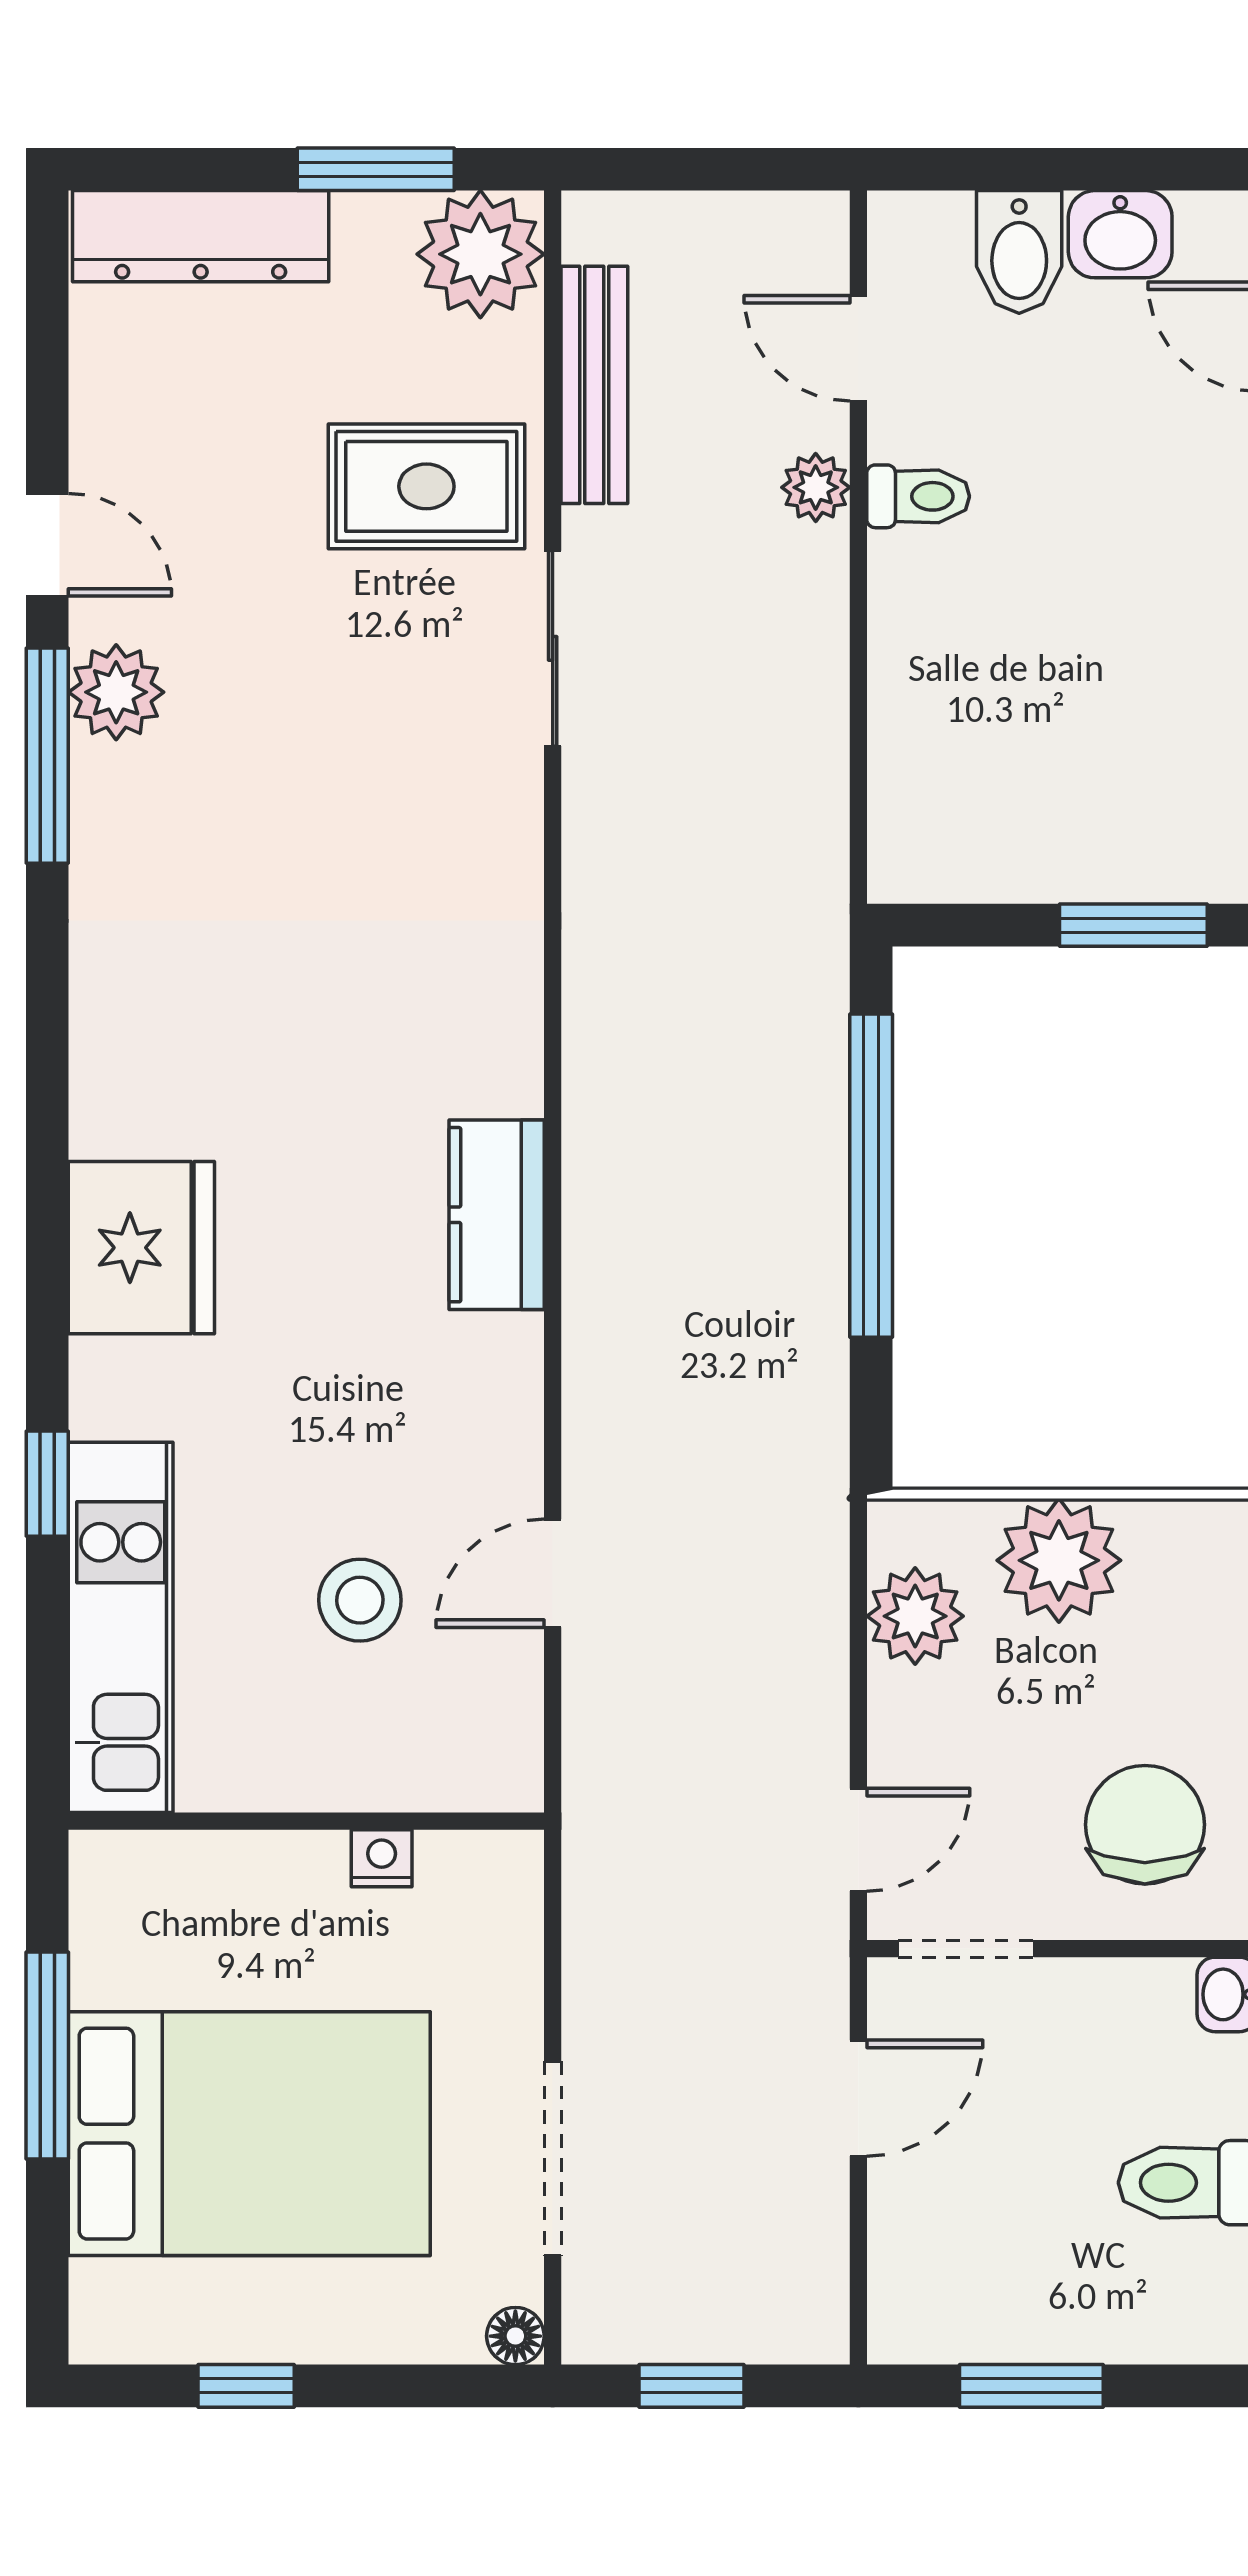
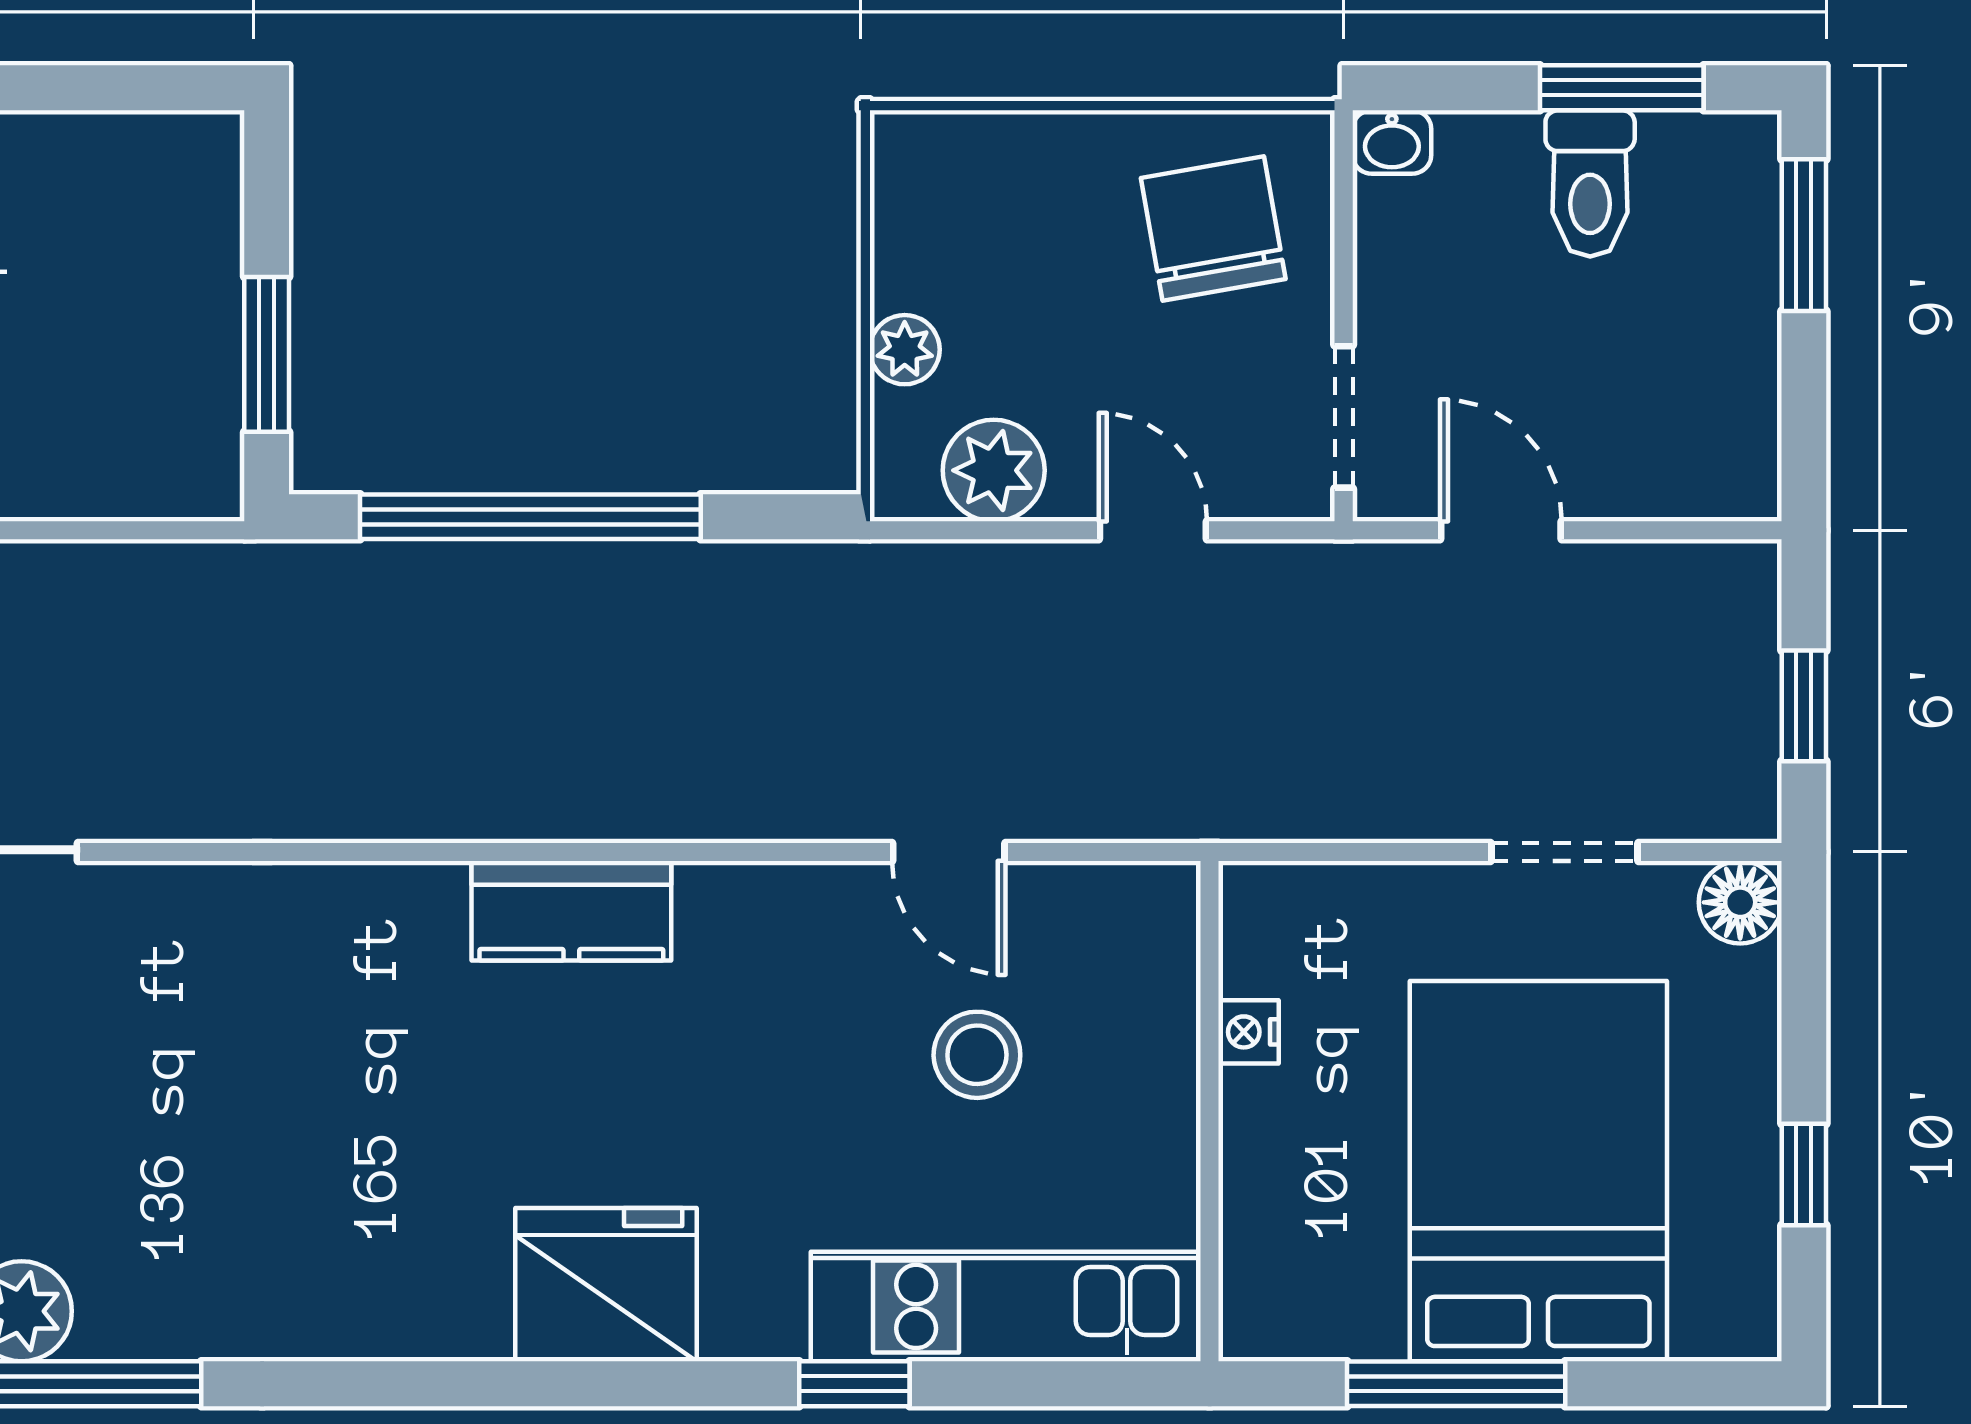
window: (1133, 925) -> (267, 354), moved
plant: (1059, 1560) -> (905, 350), width x0.53, depth x0.53
chair: (1145, 1825) -> (1213, 229), turned 80
door: (858, 1840) -> (1153, 530), moved
doorway: (553, 2158) -> (1564, 852), width x0.73
floor lamp: (515, 2336) -> (1740, 902), width x1.37, depth x1.37
window: (1031, 2386) -> (1804, 235), moved

